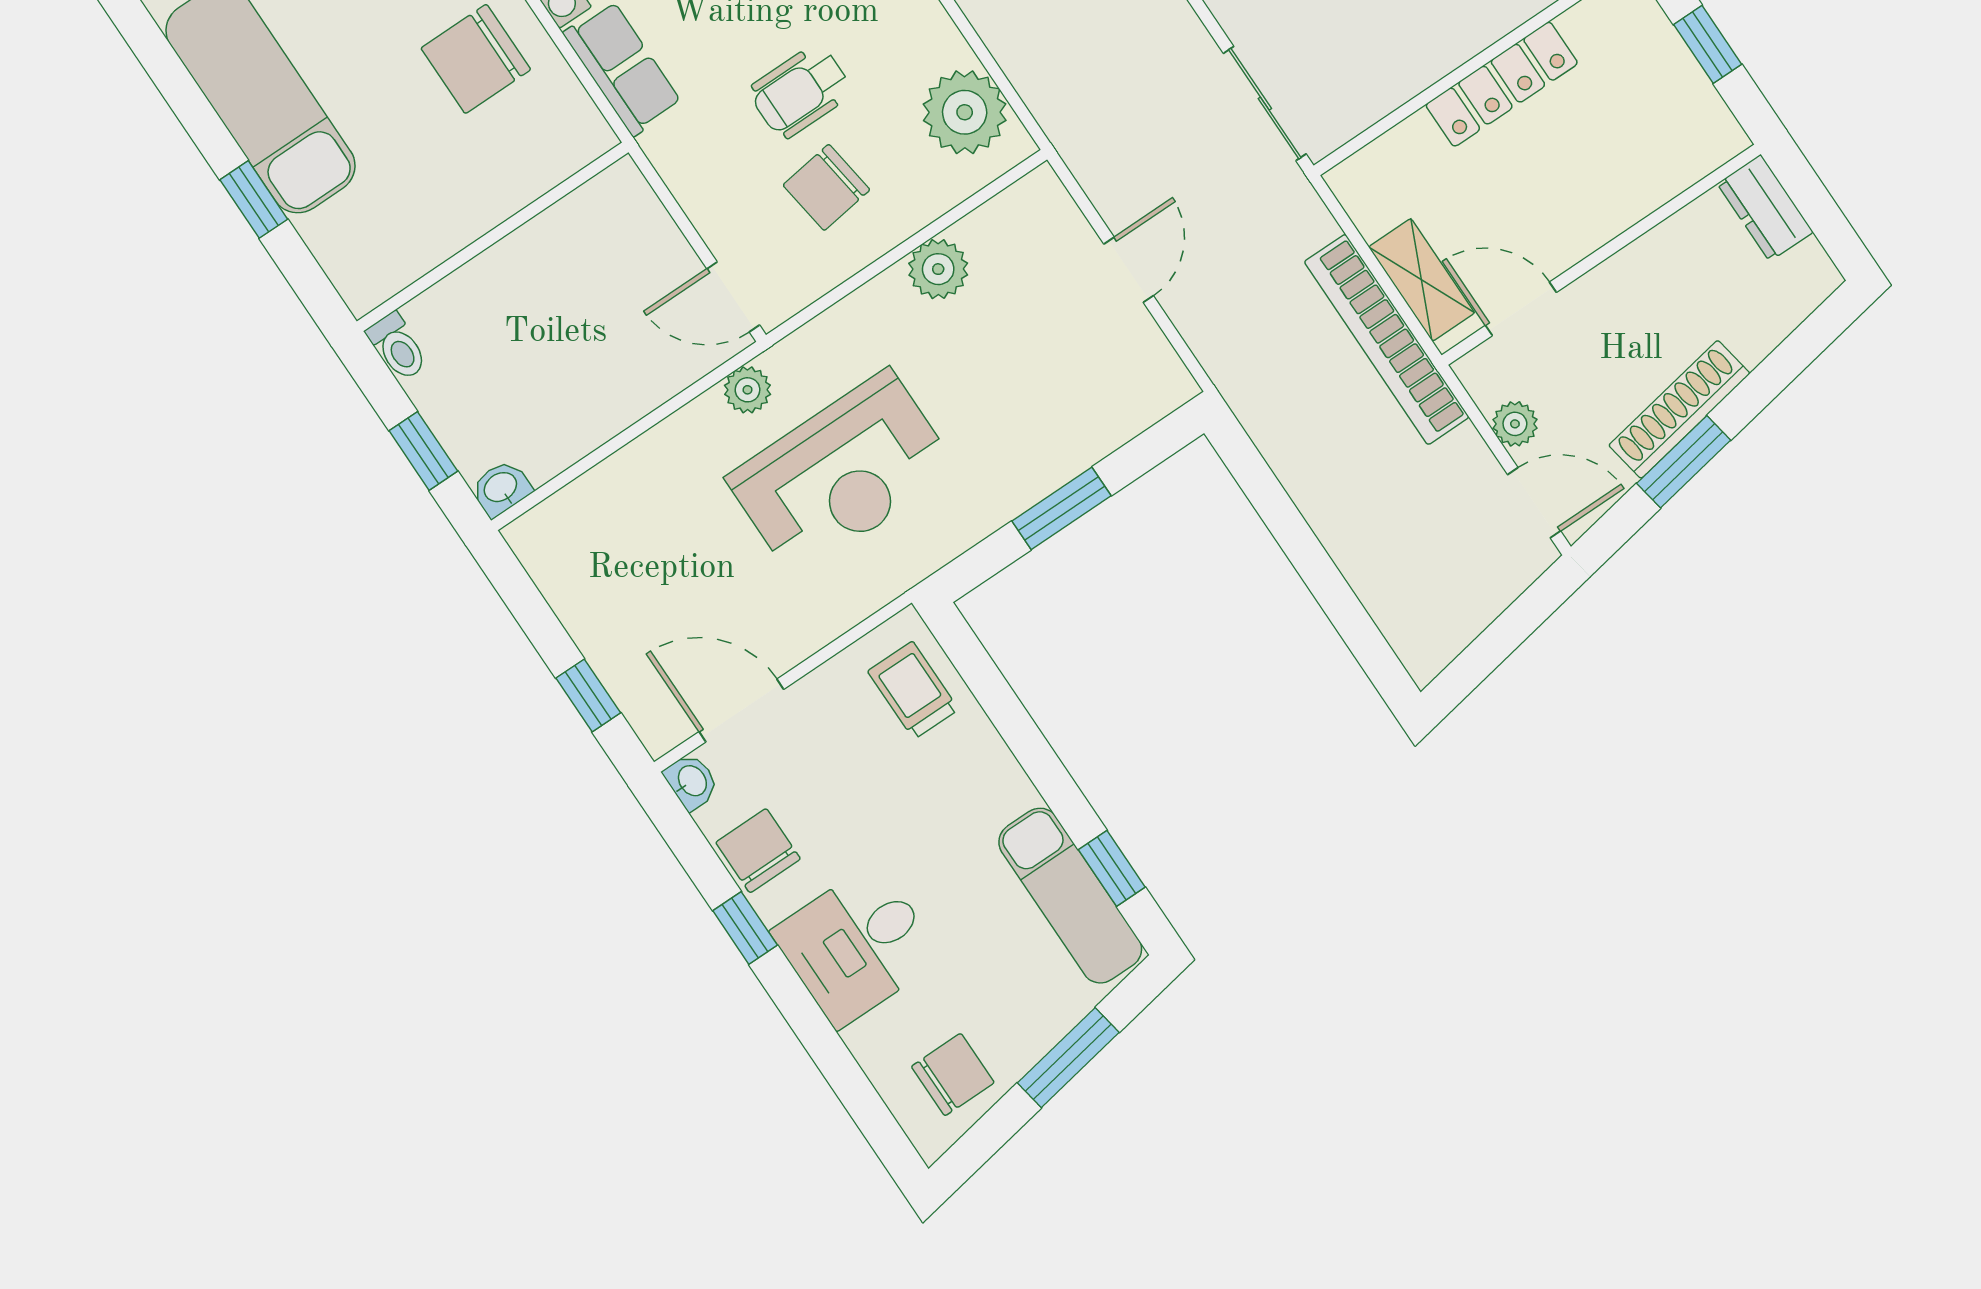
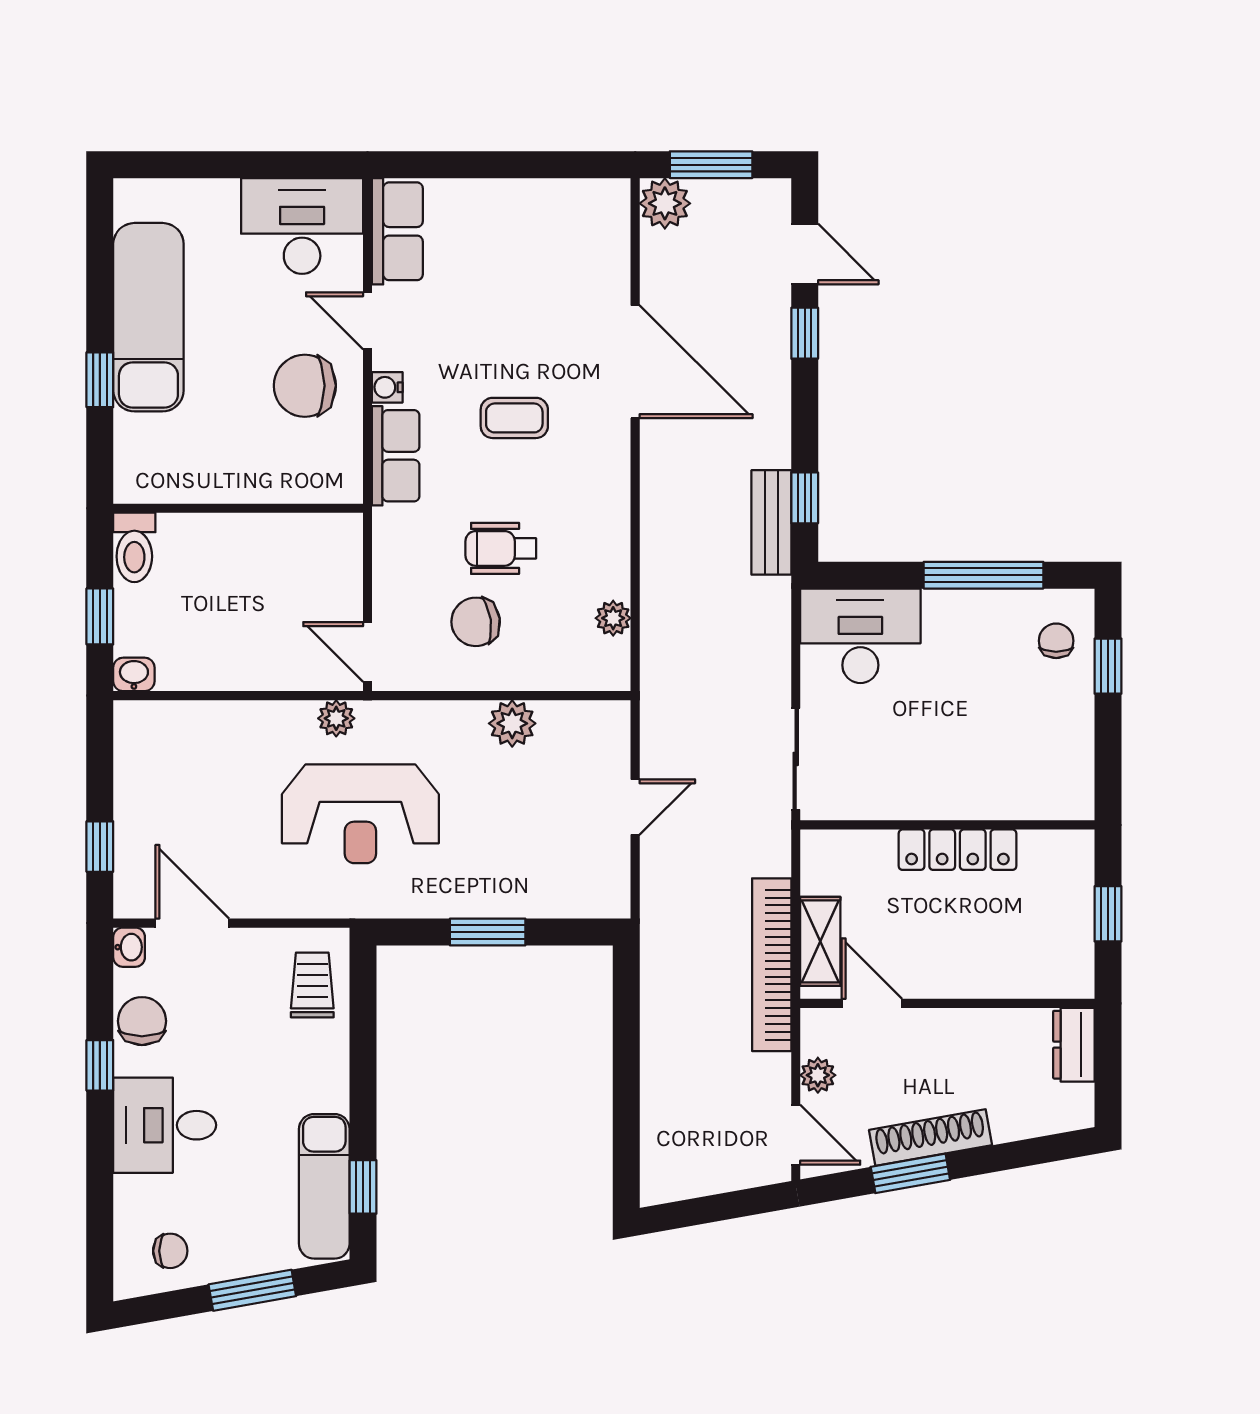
plant: (965, 112) -> (613, 618), width x0.53, depth x0.53
toilet: (398, 347) -> (134, 547), width x1.37, depth x1.39
chair: (953, 1075) -> (170, 1251), width x0.73, depth x0.73

